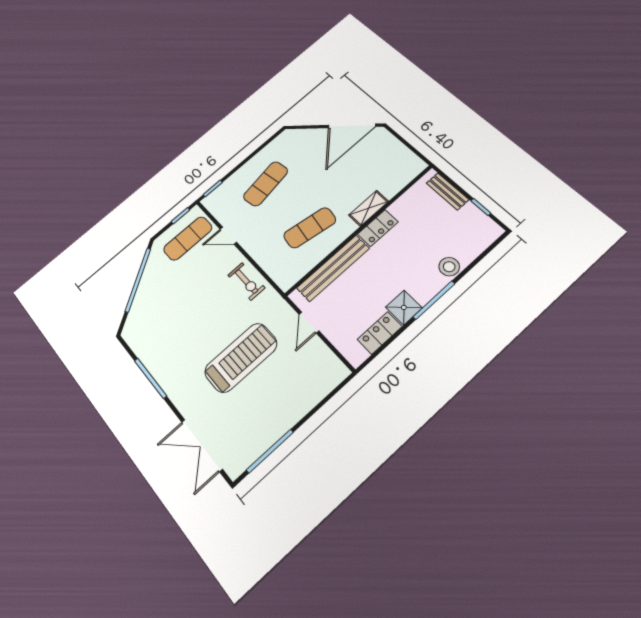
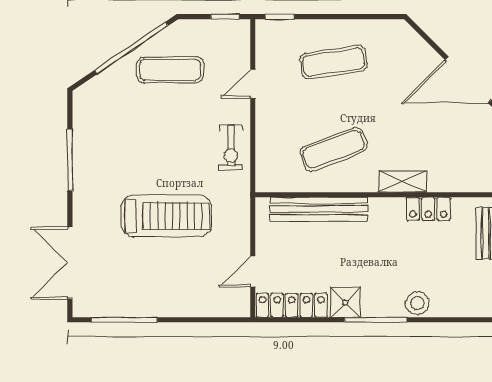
exercise mat: (310, 228) -> (334, 149), turned -30
locker: (378, 228) -> (428, 209), moved
door: (228, 236) -> (253, 84), hinge flipped
exercise mat: (188, 238) -> (170, 70), moved
door: (309, 323) -> (253, 271), moved
locker: (380, 333) -> (292, 305), width x1.53

